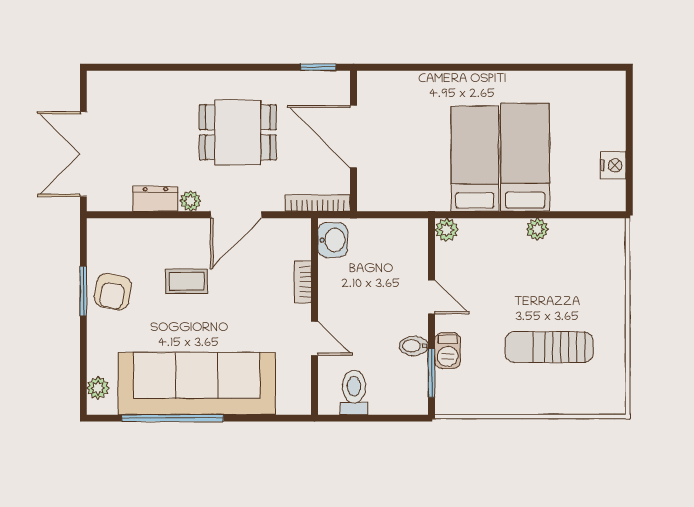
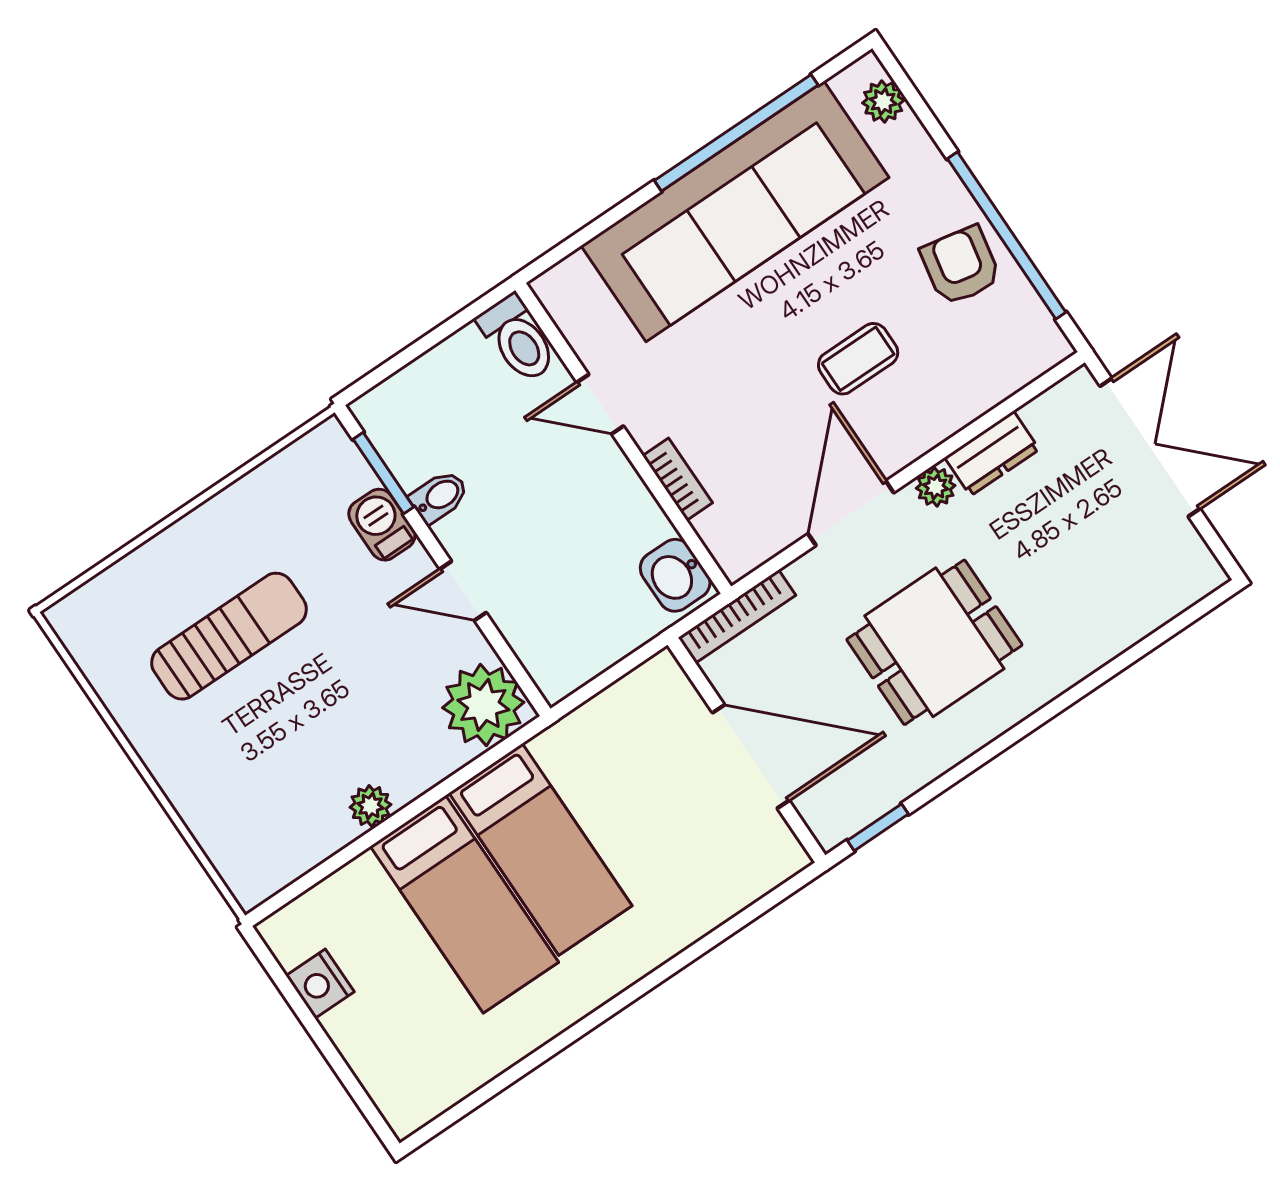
plant: (447, 230) -> (483, 705), width x1.88, depth x1.88
window: (83, 291) -> (1007, 235), width x2.11
toilet: (354, 392) -> (518, 339), moved

